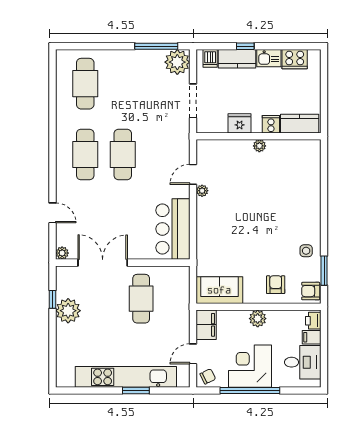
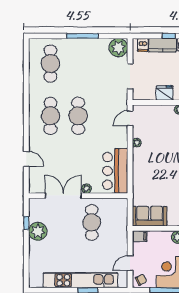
window: (156, 46) -> (82, 36), moved
door: (193, 174) -> (130, 118), moved
plant: (62, 253) -> (87, 189), moved
filing cabinet: (206, 325) -> (140, 236), width x0.50

